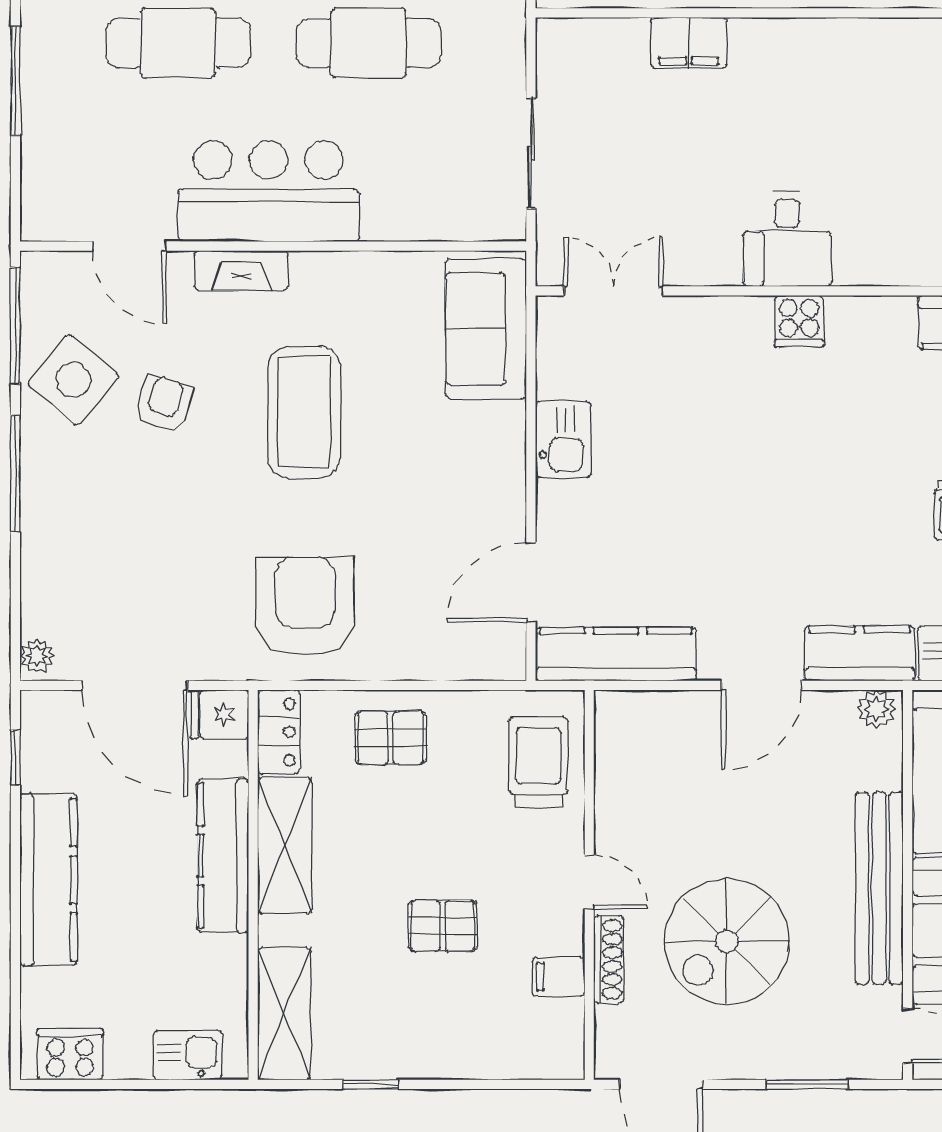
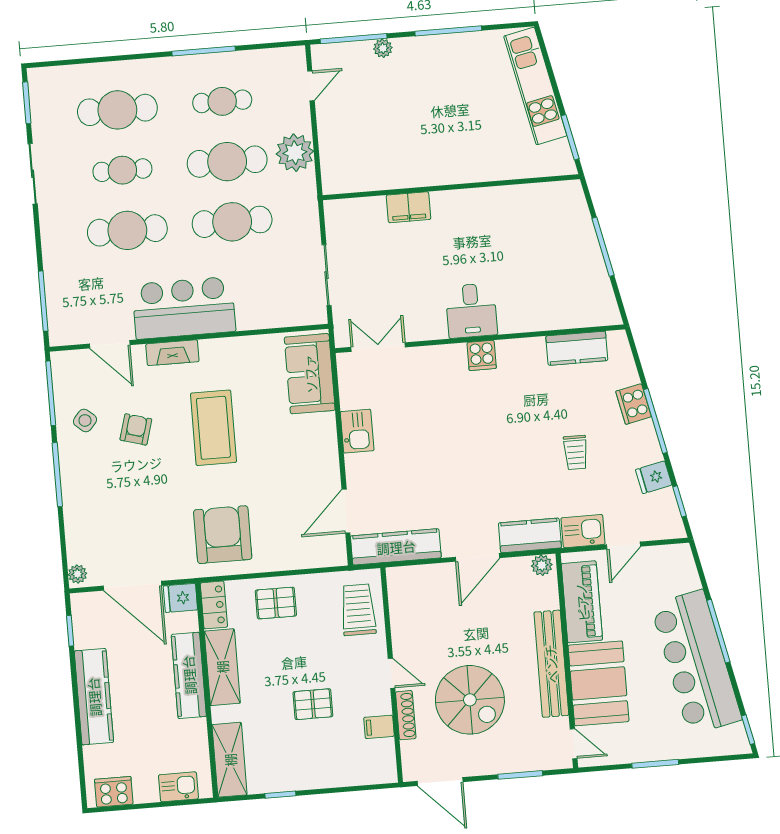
window: (15, 81) -> (43, 301), moved
side table: (73, 380) -> (85, 420), width x0.54, depth x0.54
spiral stairs: (727, 941) -> (470, 700), turned -90

